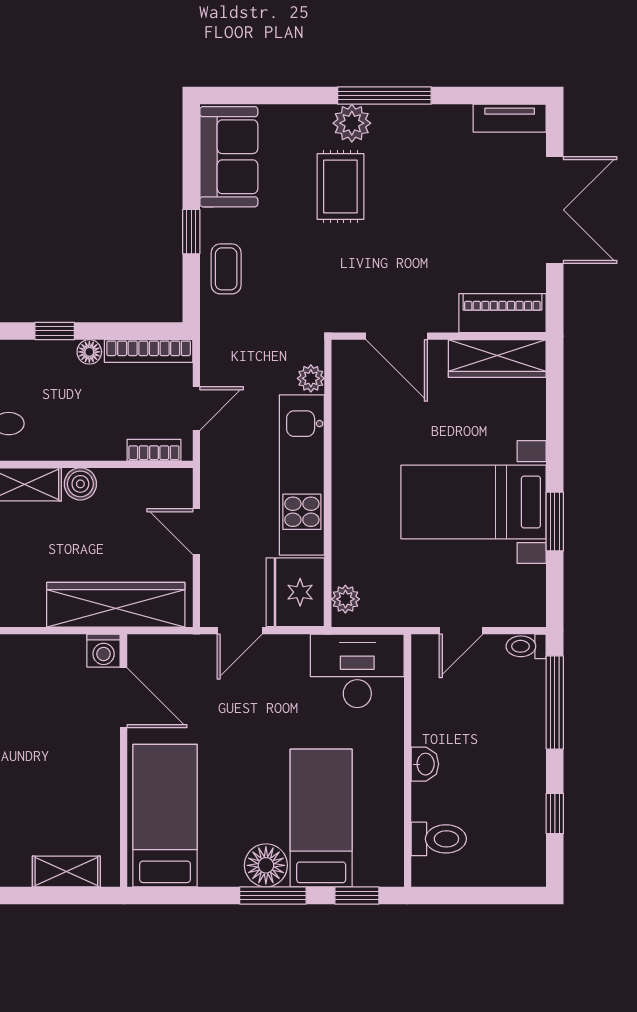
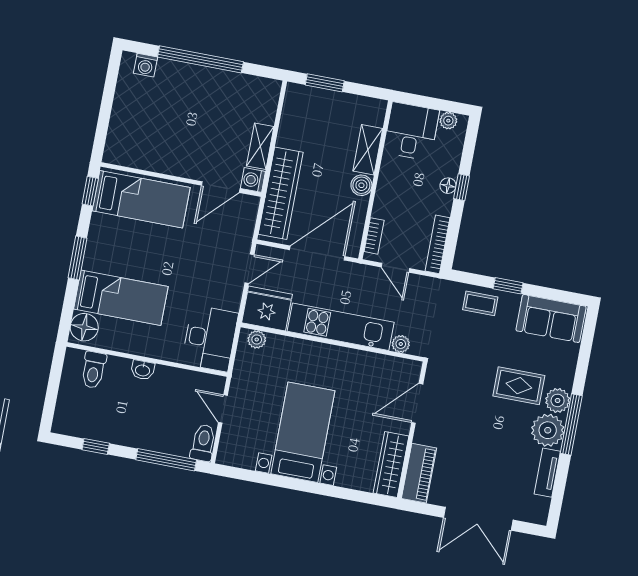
tv unit: (510, 118) -> (547, 473), moved
plant: (400, 130) -> (548, 430), added
floor lamp: (89, 352) -> (448, 186), moved
window: (555, 522) -> (281, 481), removed
door: (196, 532) -> (317, 253), width x1.87
door: (240, 631) -> (249, 269), swing flipped
toilet: (526, 646) -> (203, 443), width x1.37, depth x1.39
floor lamp: (266, 865) -> (84, 327), moved
shelving: (66, 871) -> (260, 146), moved
window: (357, 895) -> (90, 191), moved

